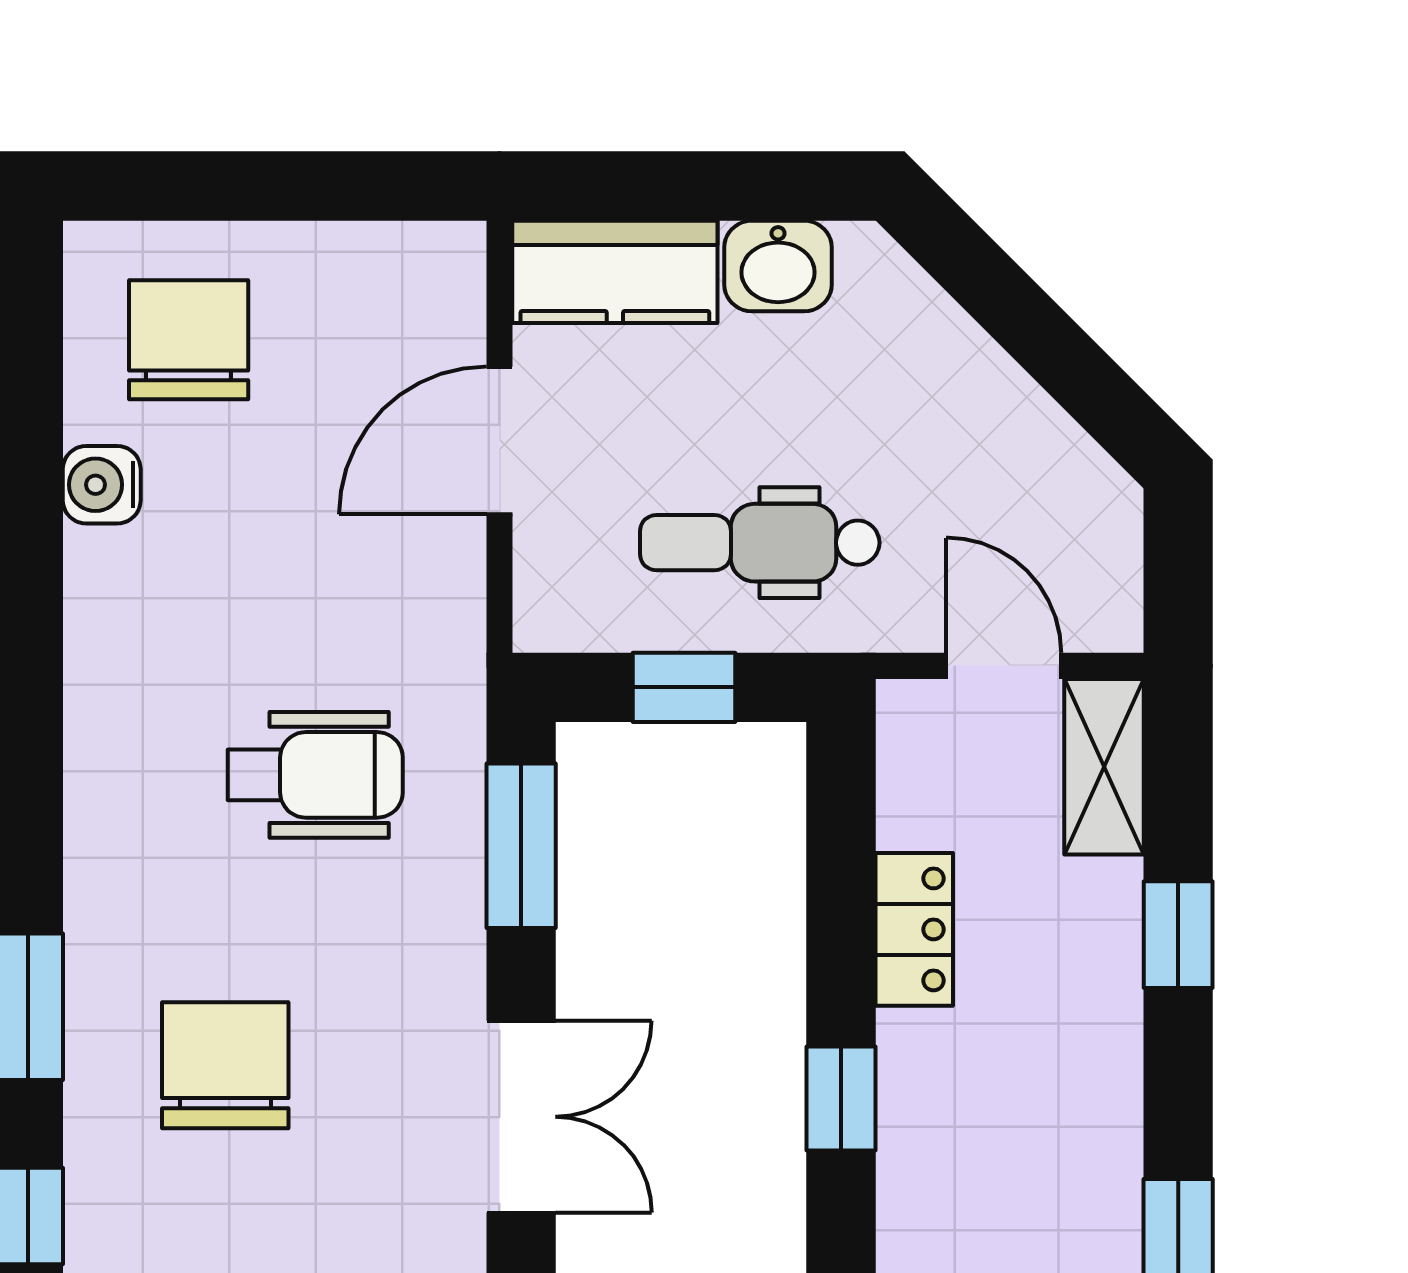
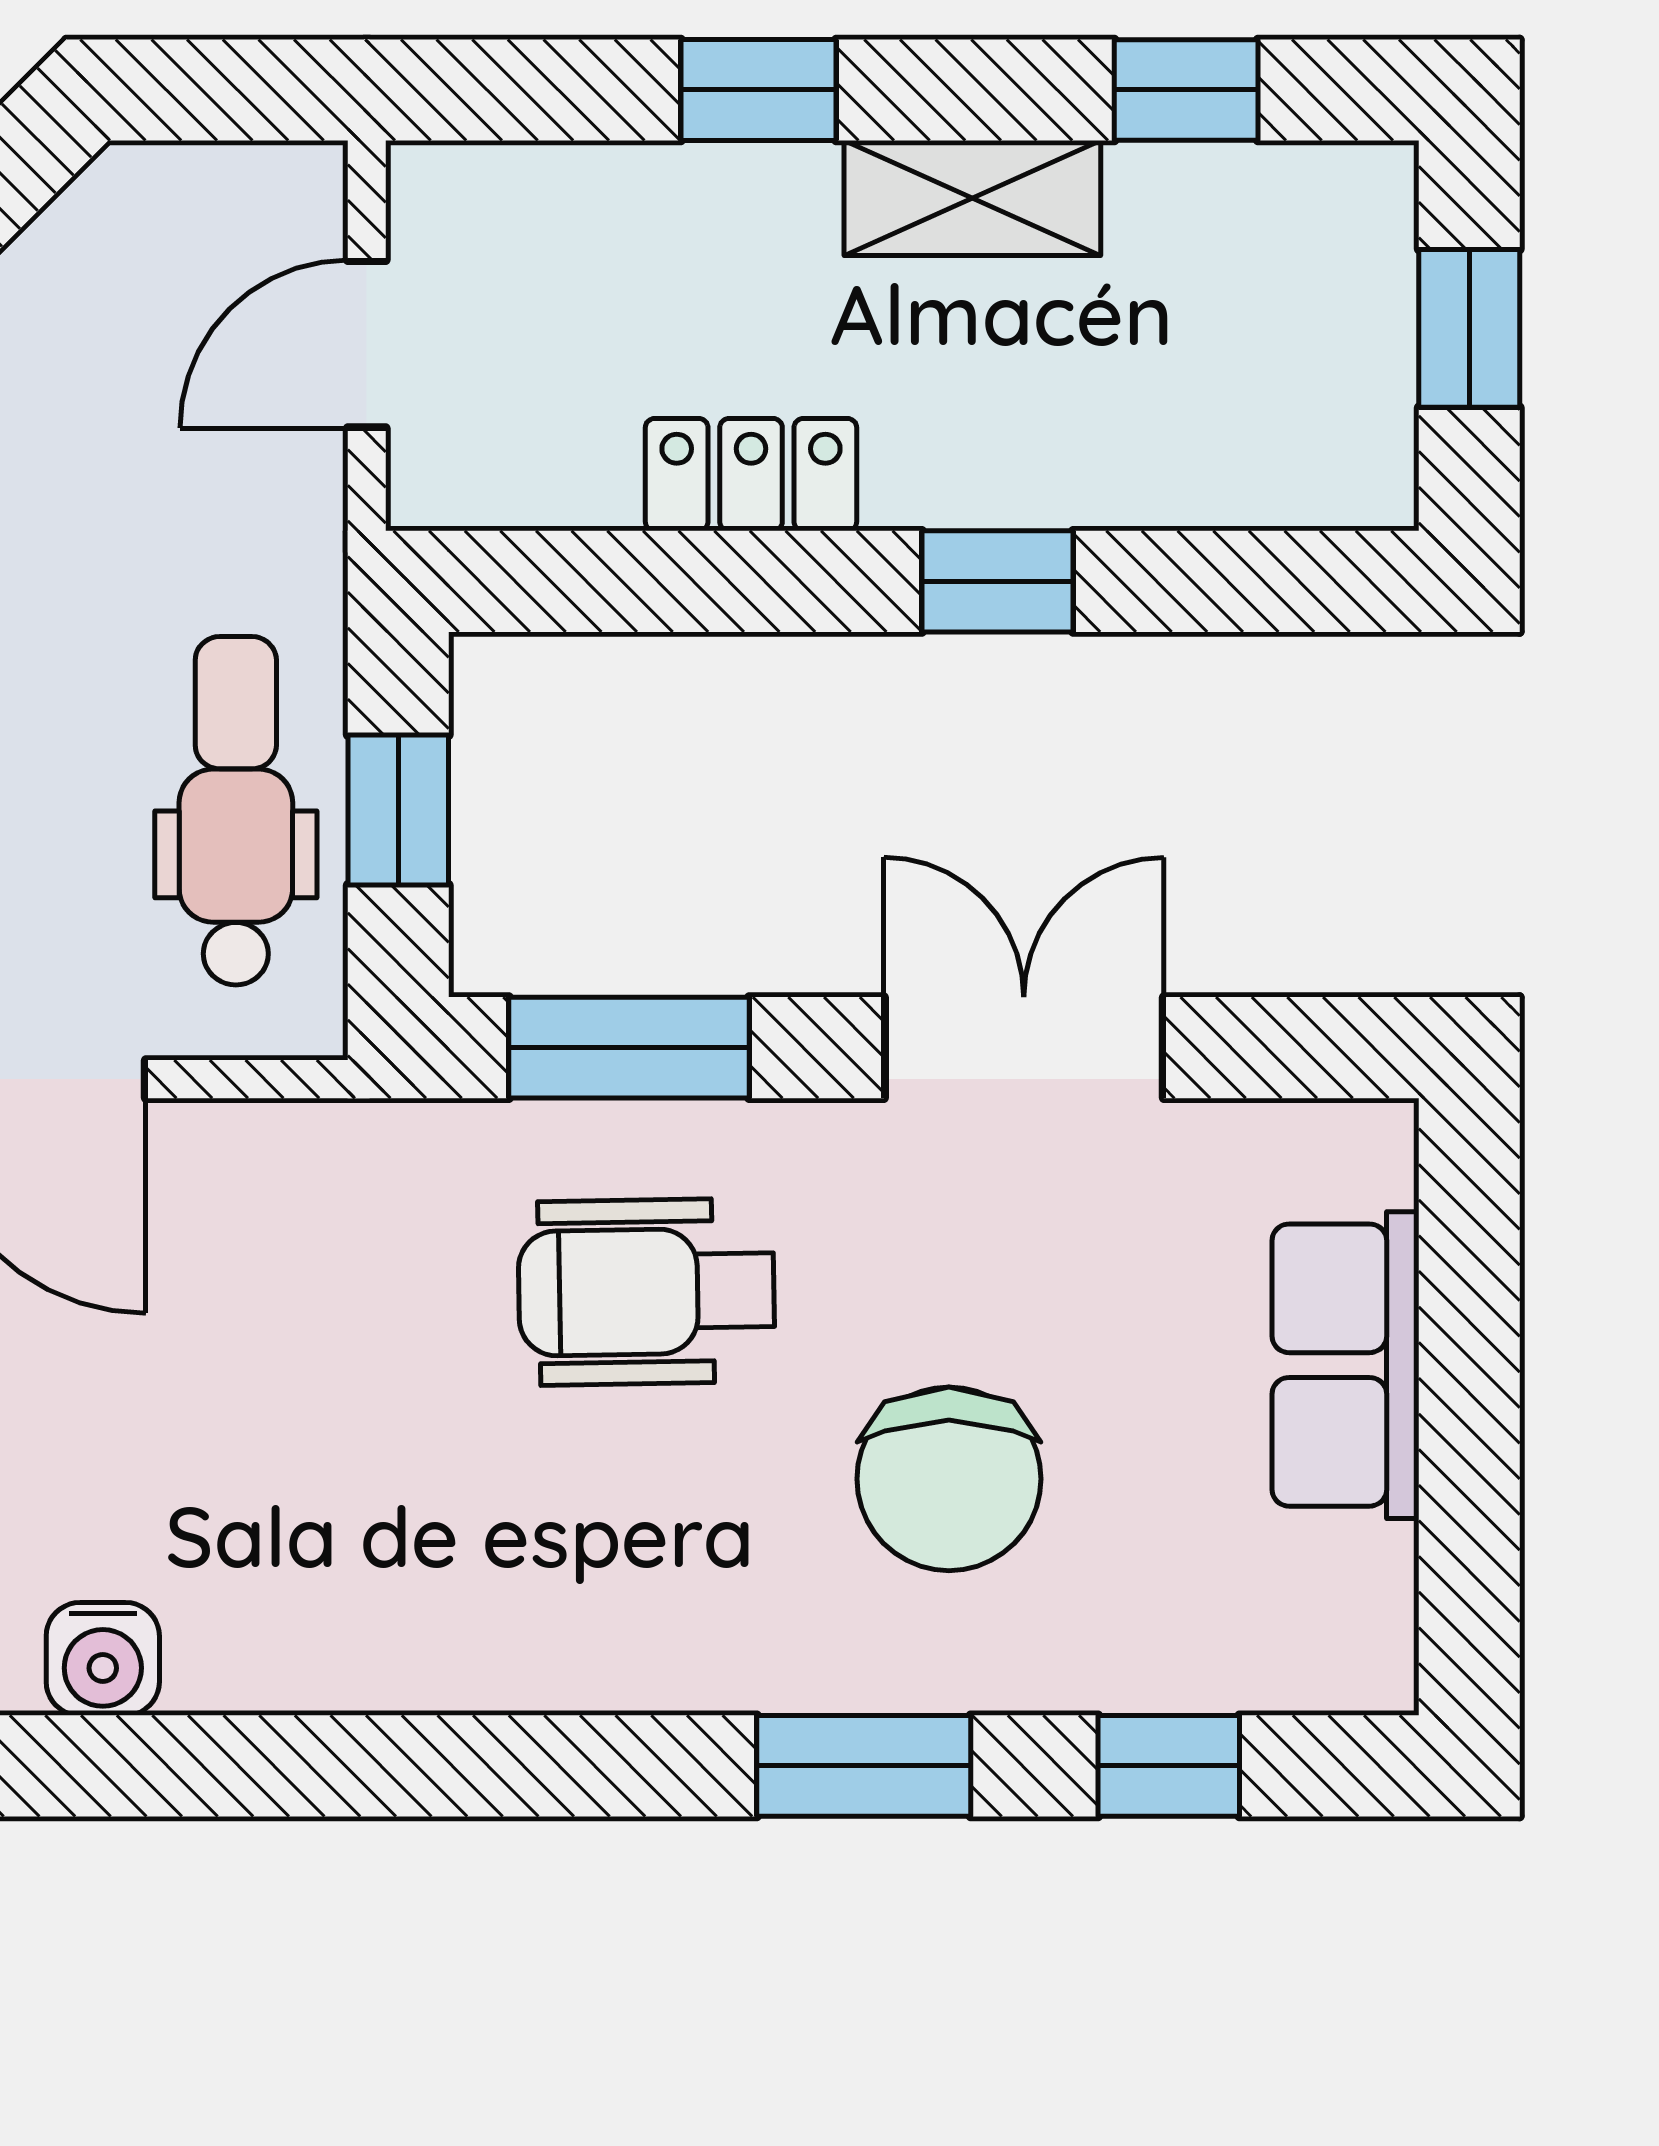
dental chair: (760, 543) -> (236, 811), moved, turned 180
shelving: (1104, 767) -> (972, 198), moved
wheelchair: (315, 775) -> (646, 1292), moved, turned -91
chair: (225, 1065) -> (949, 1479), turned -90

